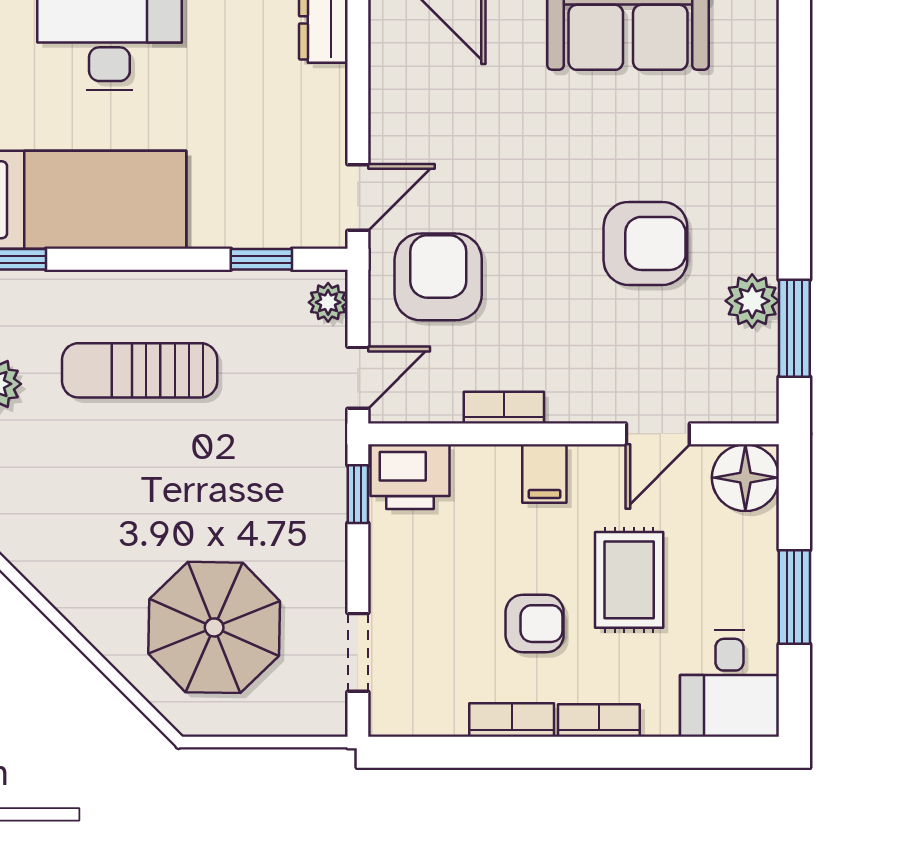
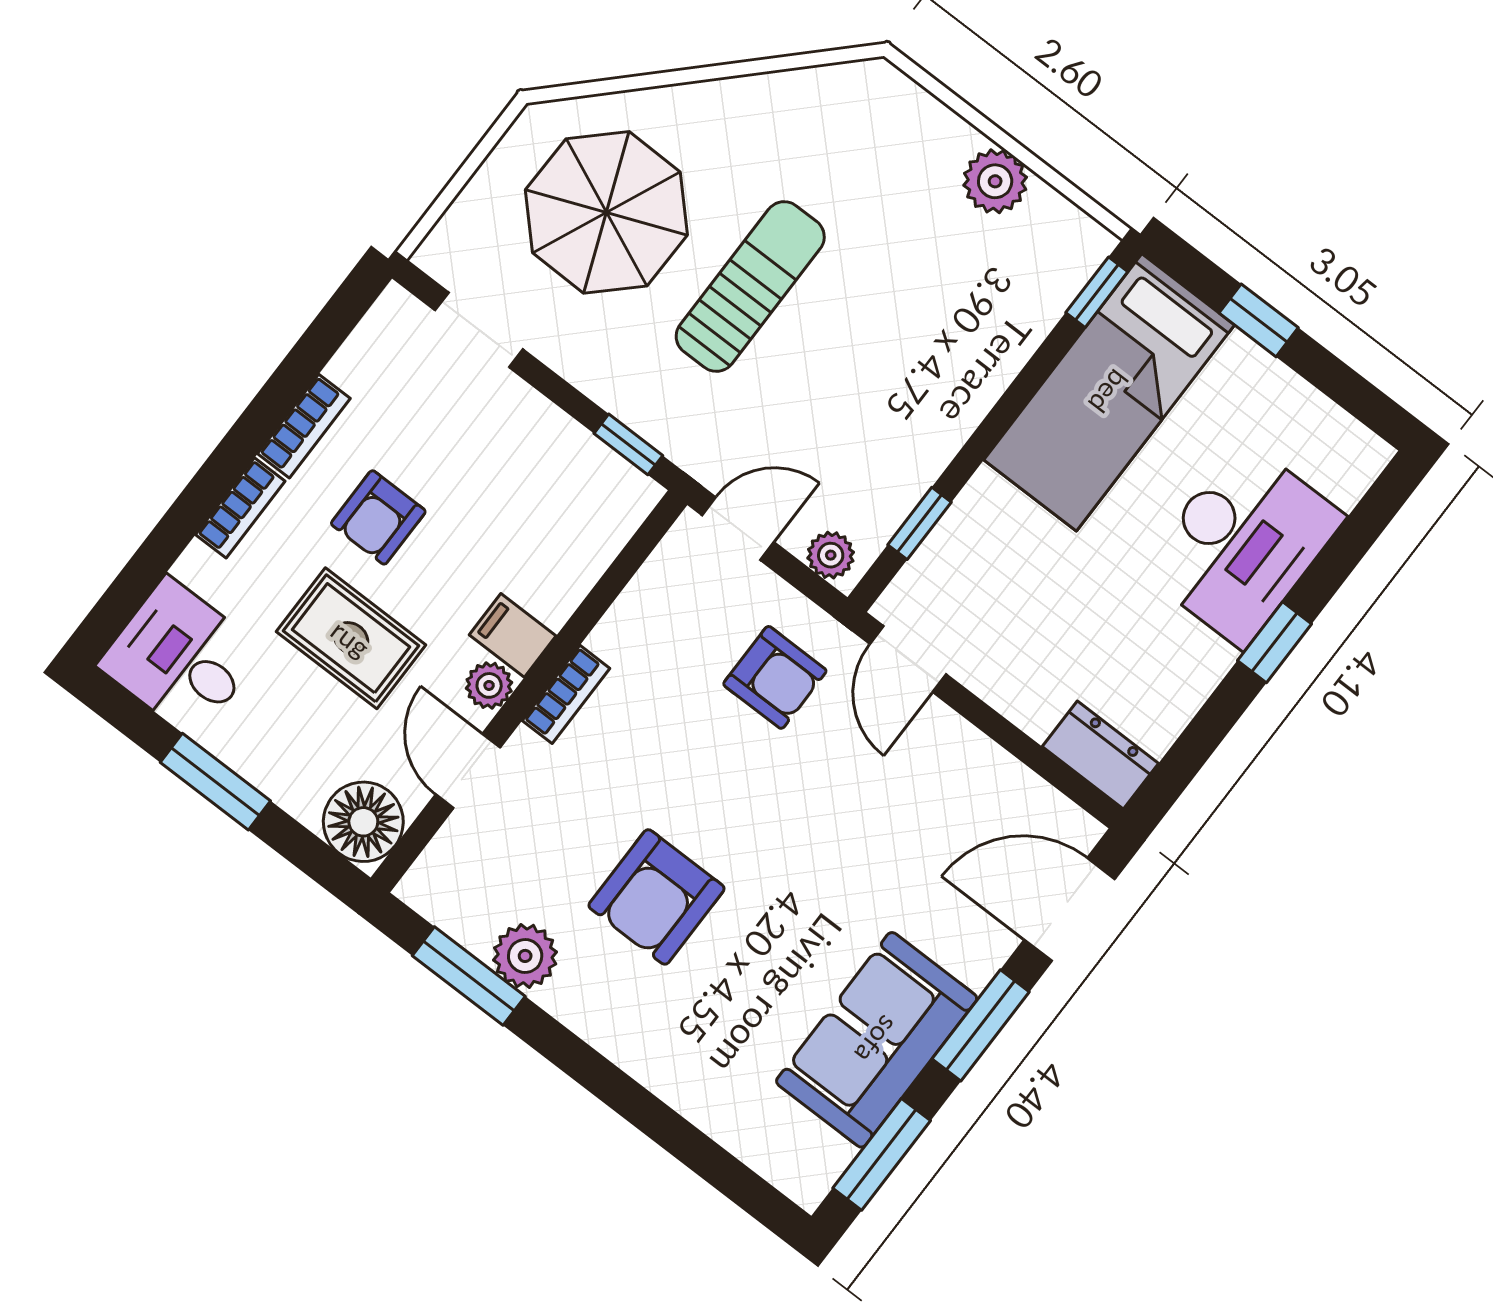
armchair: (438, 277) -> (775, 677), width x0.72, depth x0.72
sun lounger: (140, 370) -> (750, 287), moved
door: (358, 378) -> (738, 529), swing flipped
bookcase: (504, 408) -> (566, 694), moved
plant: (590, 464) -> (489, 685), added
printer: (410, 477) -> (607, 506), removed

